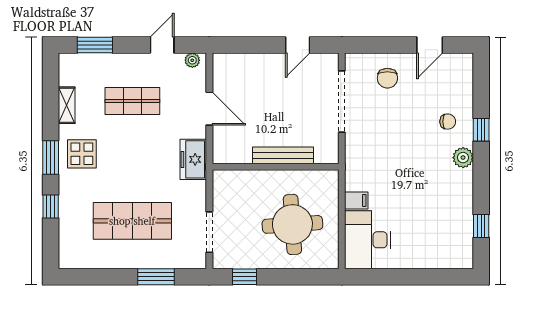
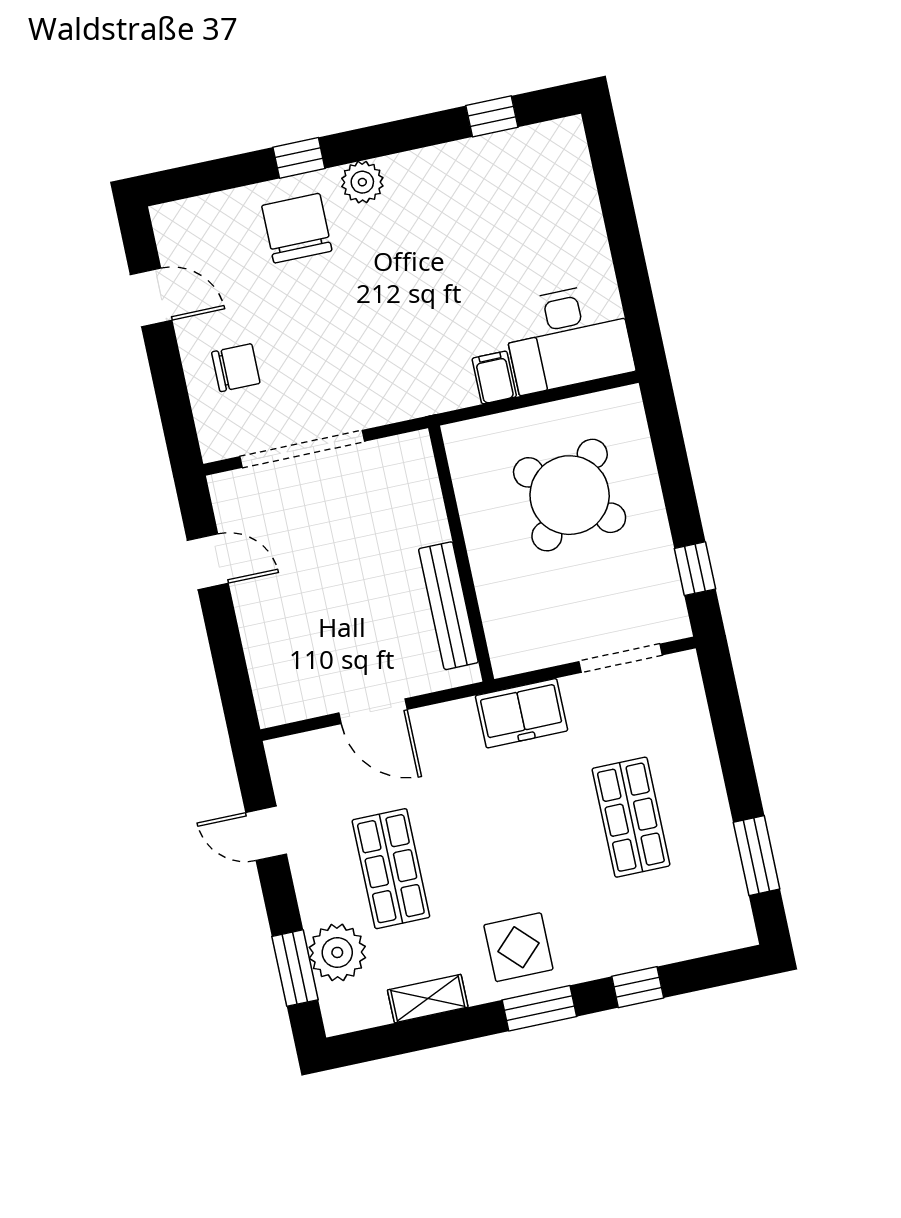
plant: (192, 60) -> (337, 952), moved, width x1.88, depth x1.88
door: (209, 109) -> (373, 711), swing flipped
chair: (448, 122) -> (297, 228), width x1.87, depth x1.87
bench: (283, 155) -> (448, 606), moved
freezer: (193, 159) -> (521, 713), moved
shop shelf: (132, 221) -> (631, 817), width x0.70, depth x0.74
round table: (292, 224) -> (570, 495), turned 45
window: (156, 277) -> (757, 856), moved

